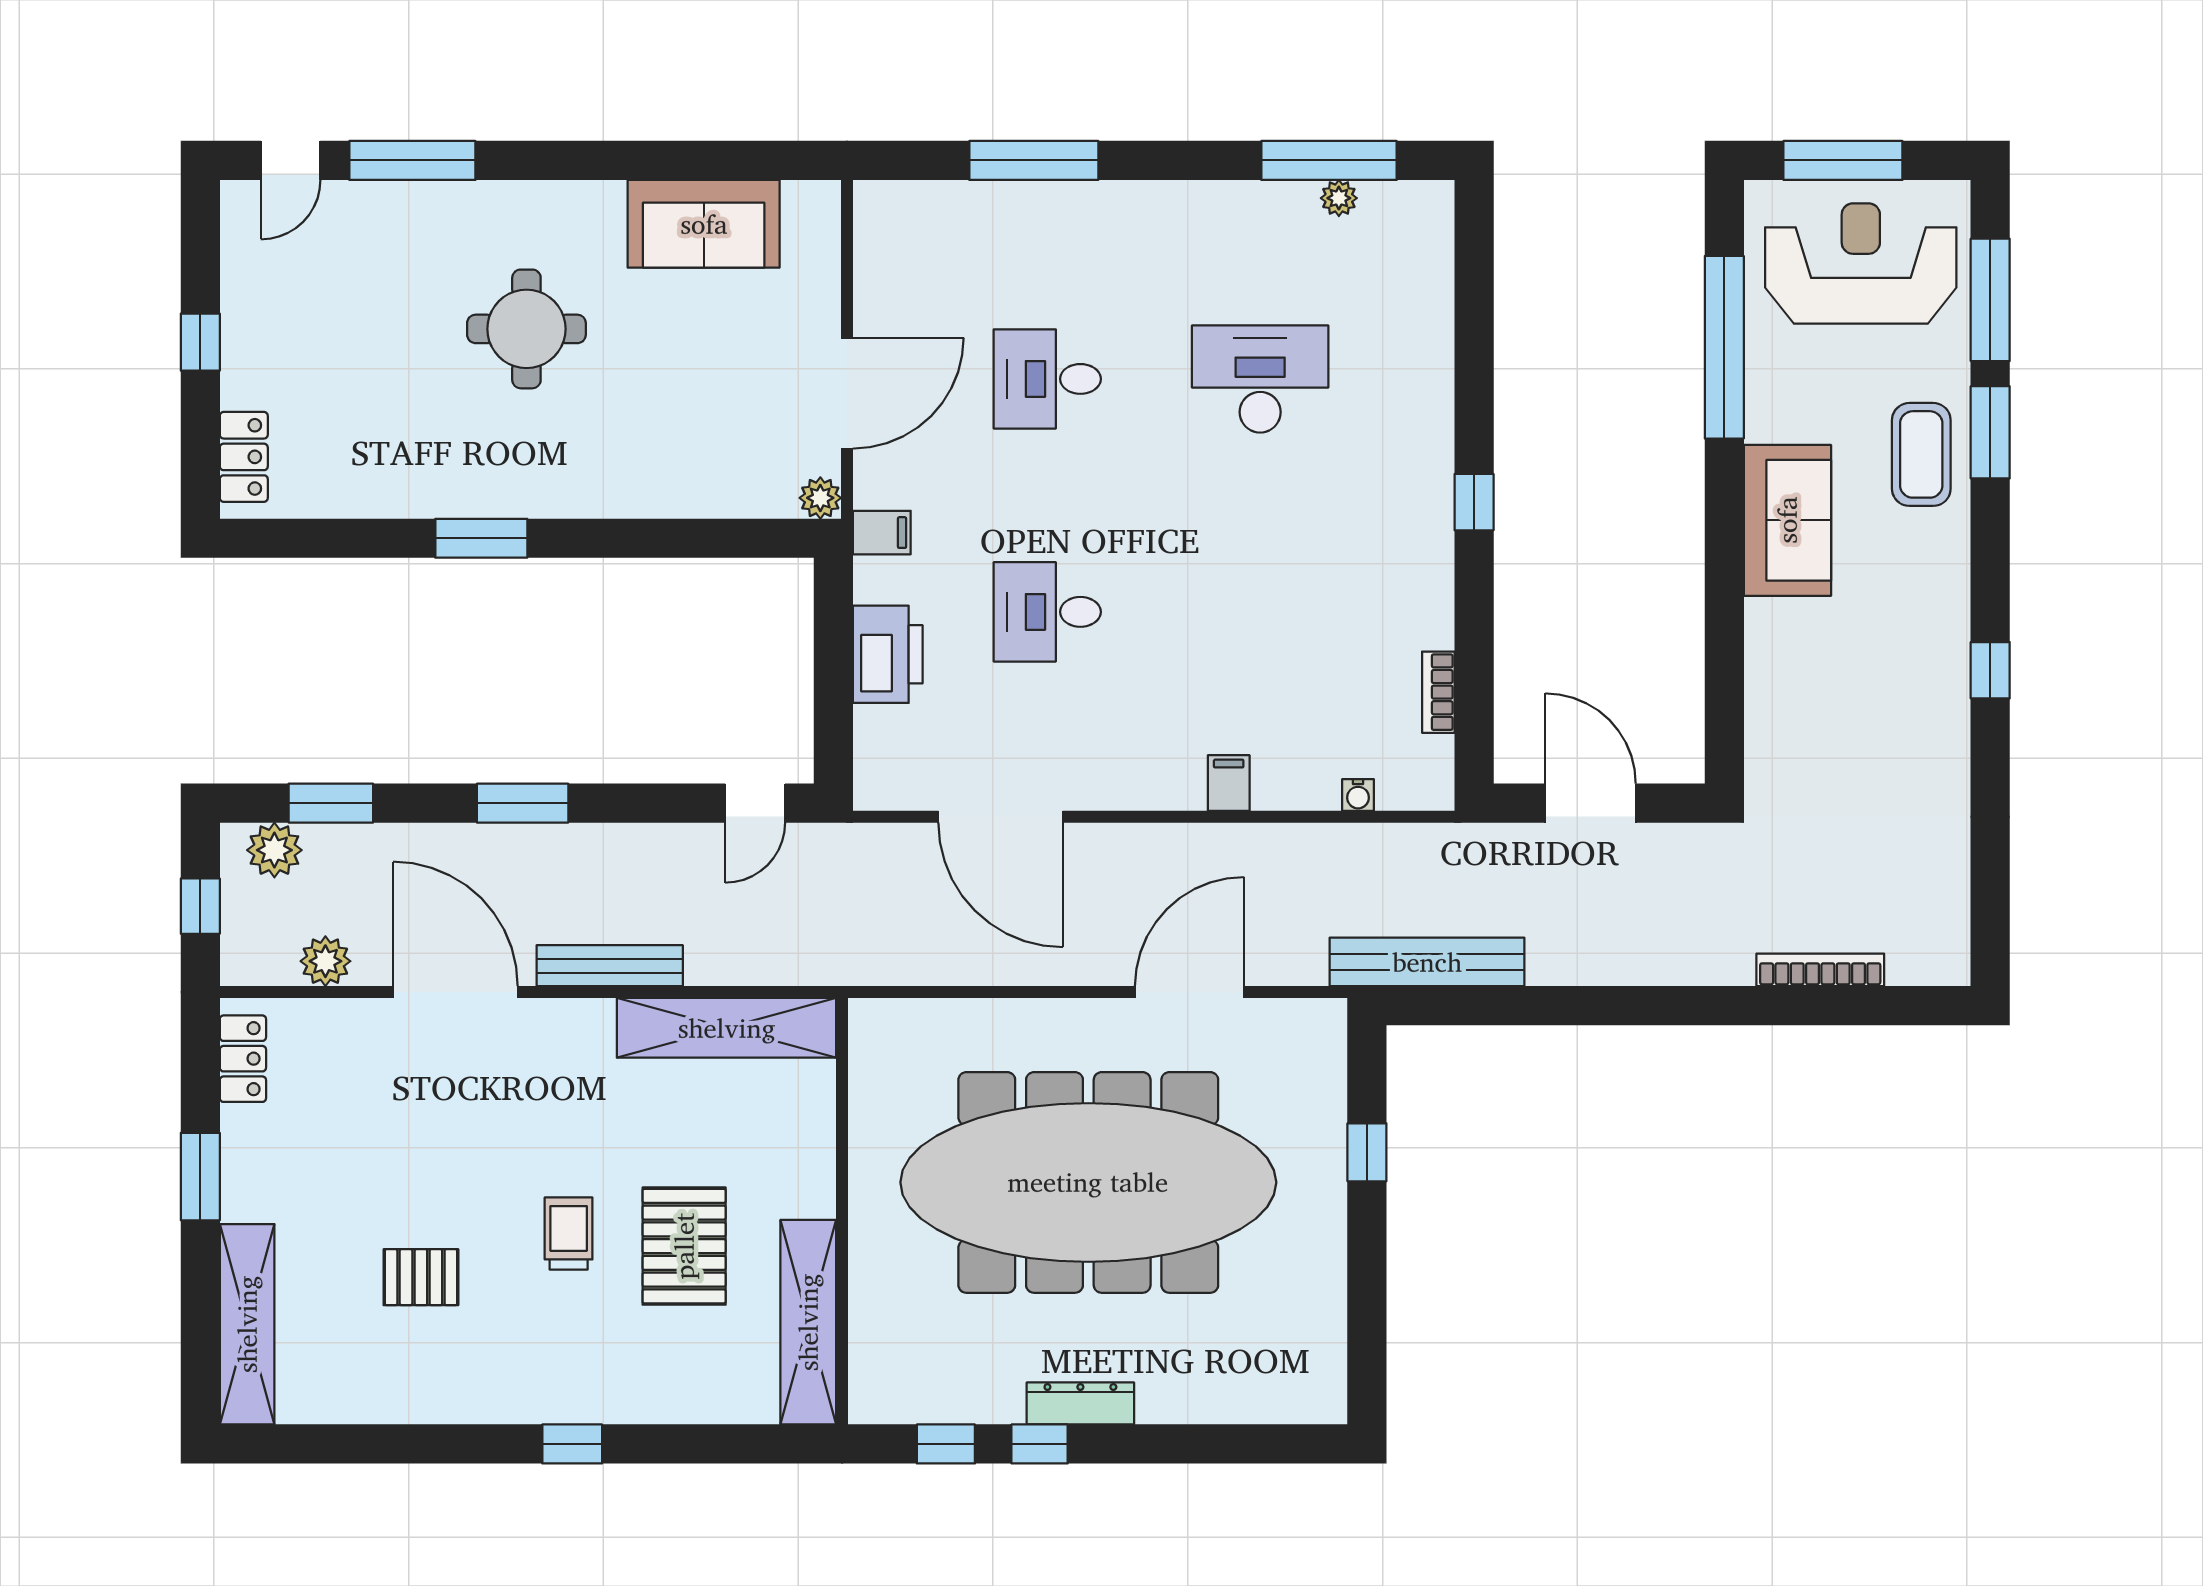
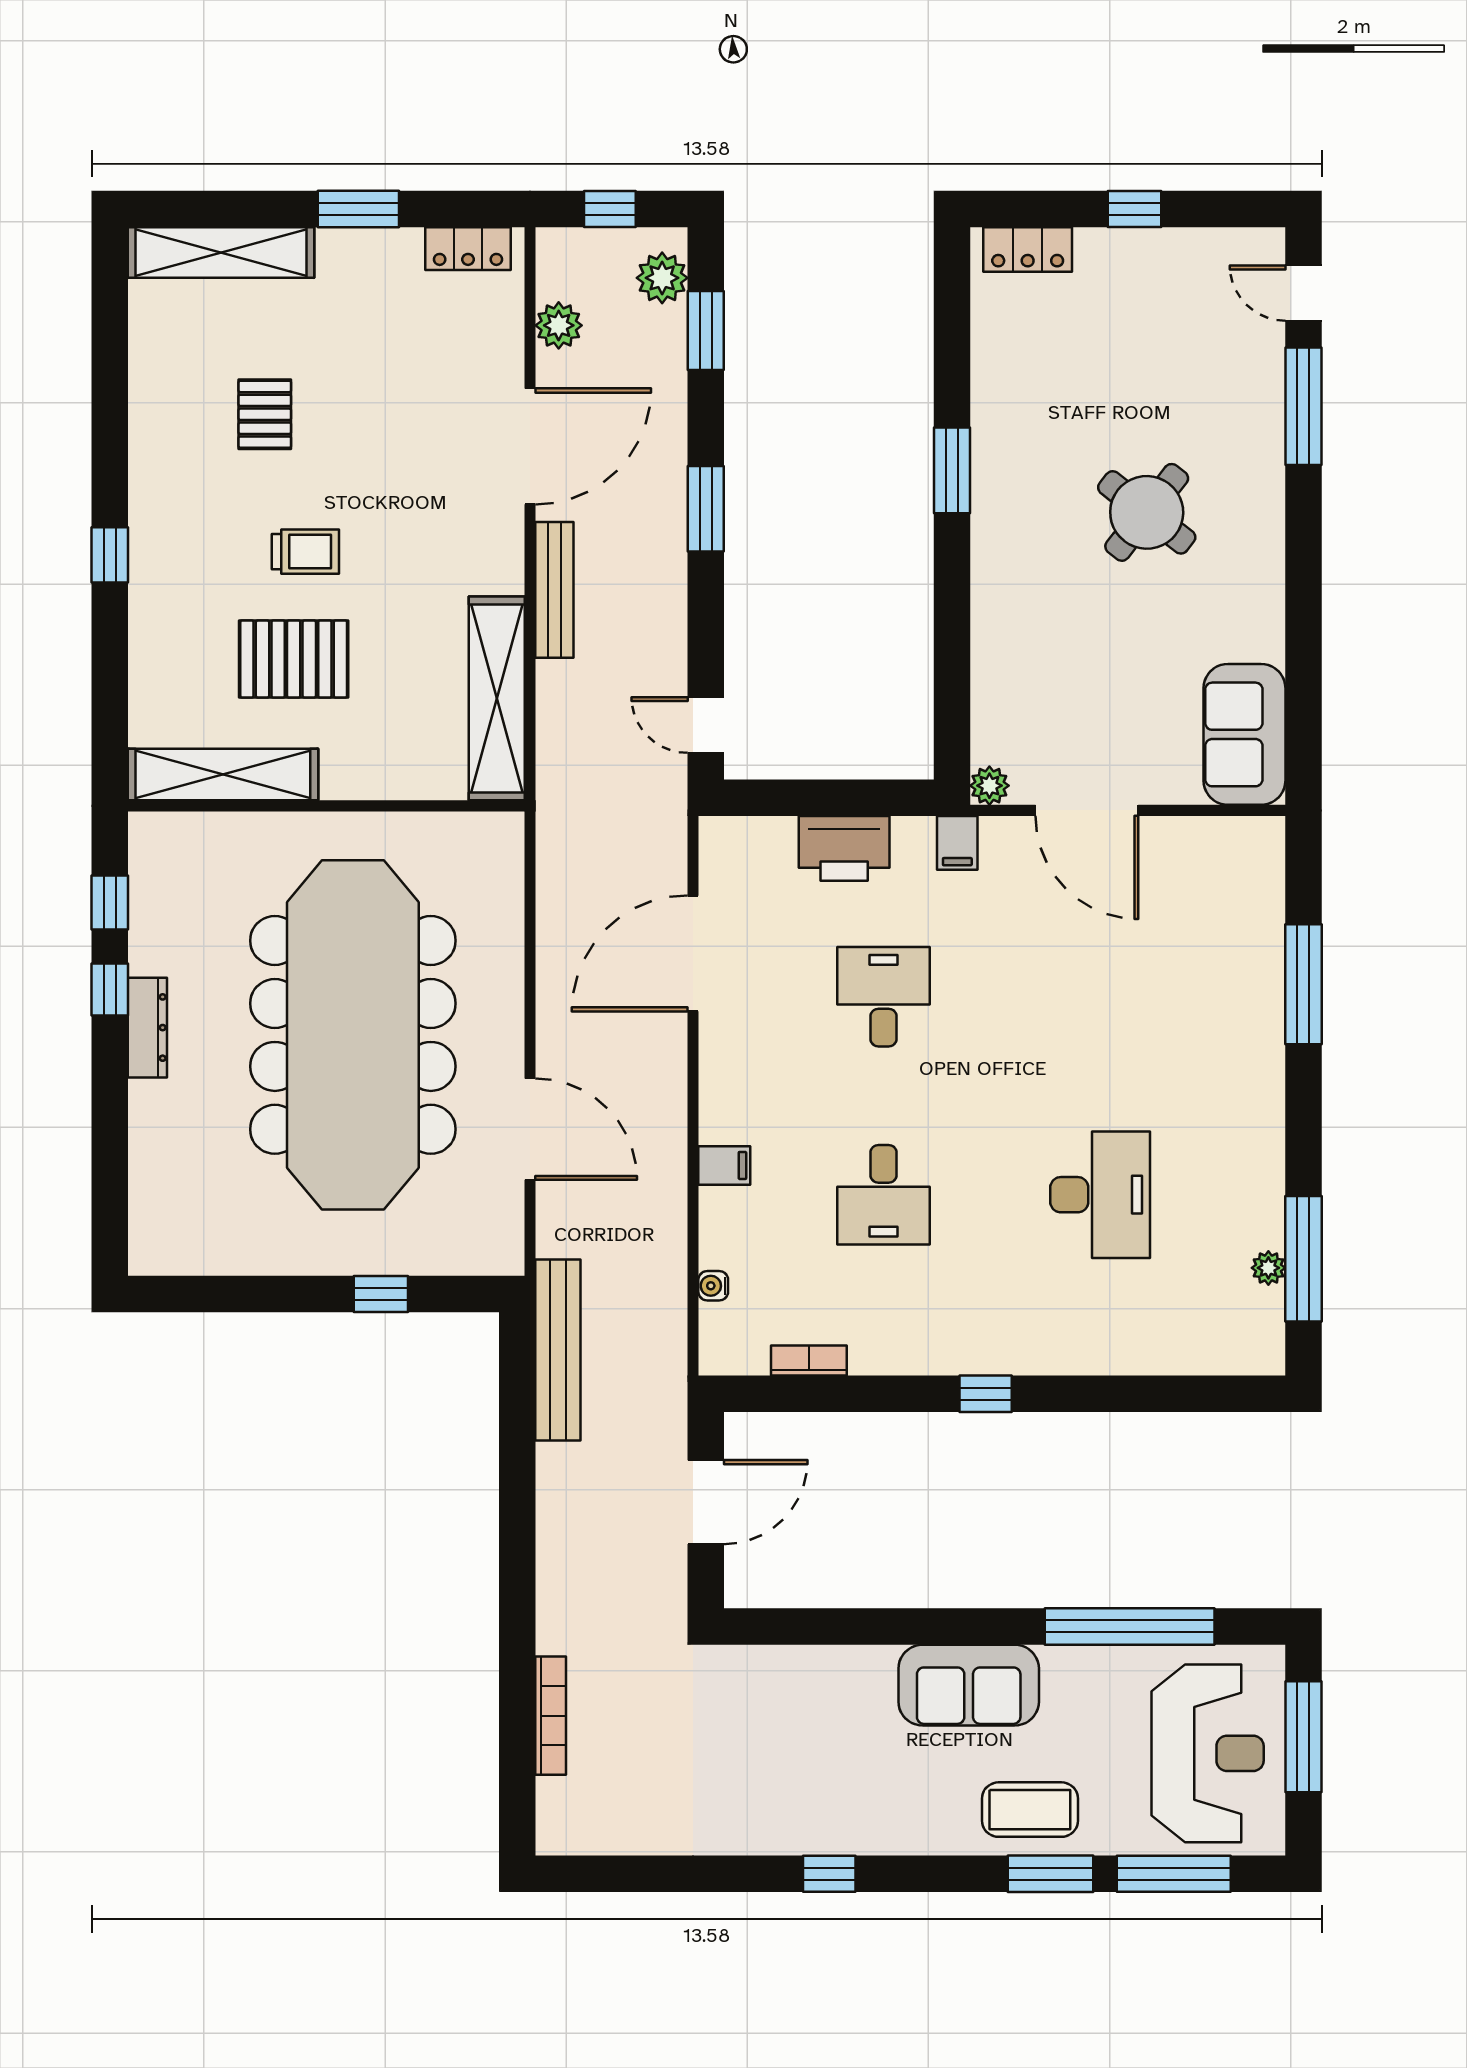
sofa: (704, 224) -> (1244, 734), moved
round table: (526, 329) -> (1147, 512), turned 38
desk: (1047, 379) -> (884, 1195), moved, turned 180

